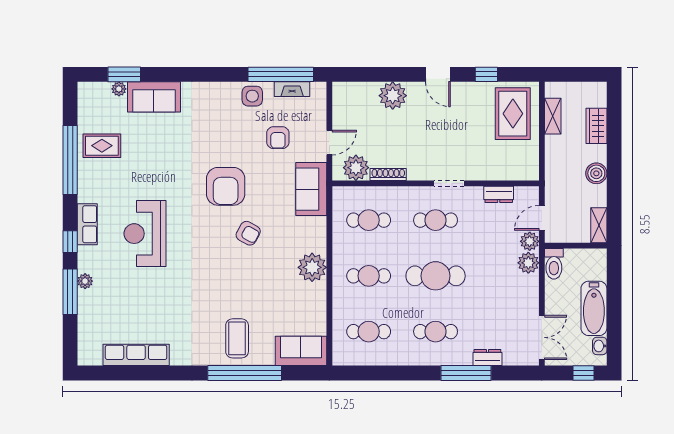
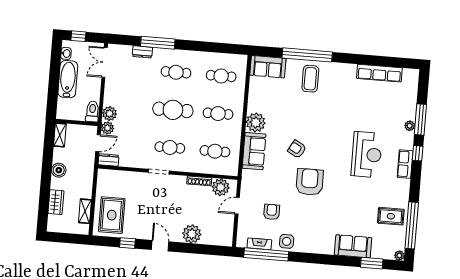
plant: (119, 89) -> (399, 256), moved
window: (70, 160) -> (412, 225), moved
sofa: (311, 189) -> (254, 151), moved
dresser: (499, 194) -> (108, 160), moved

